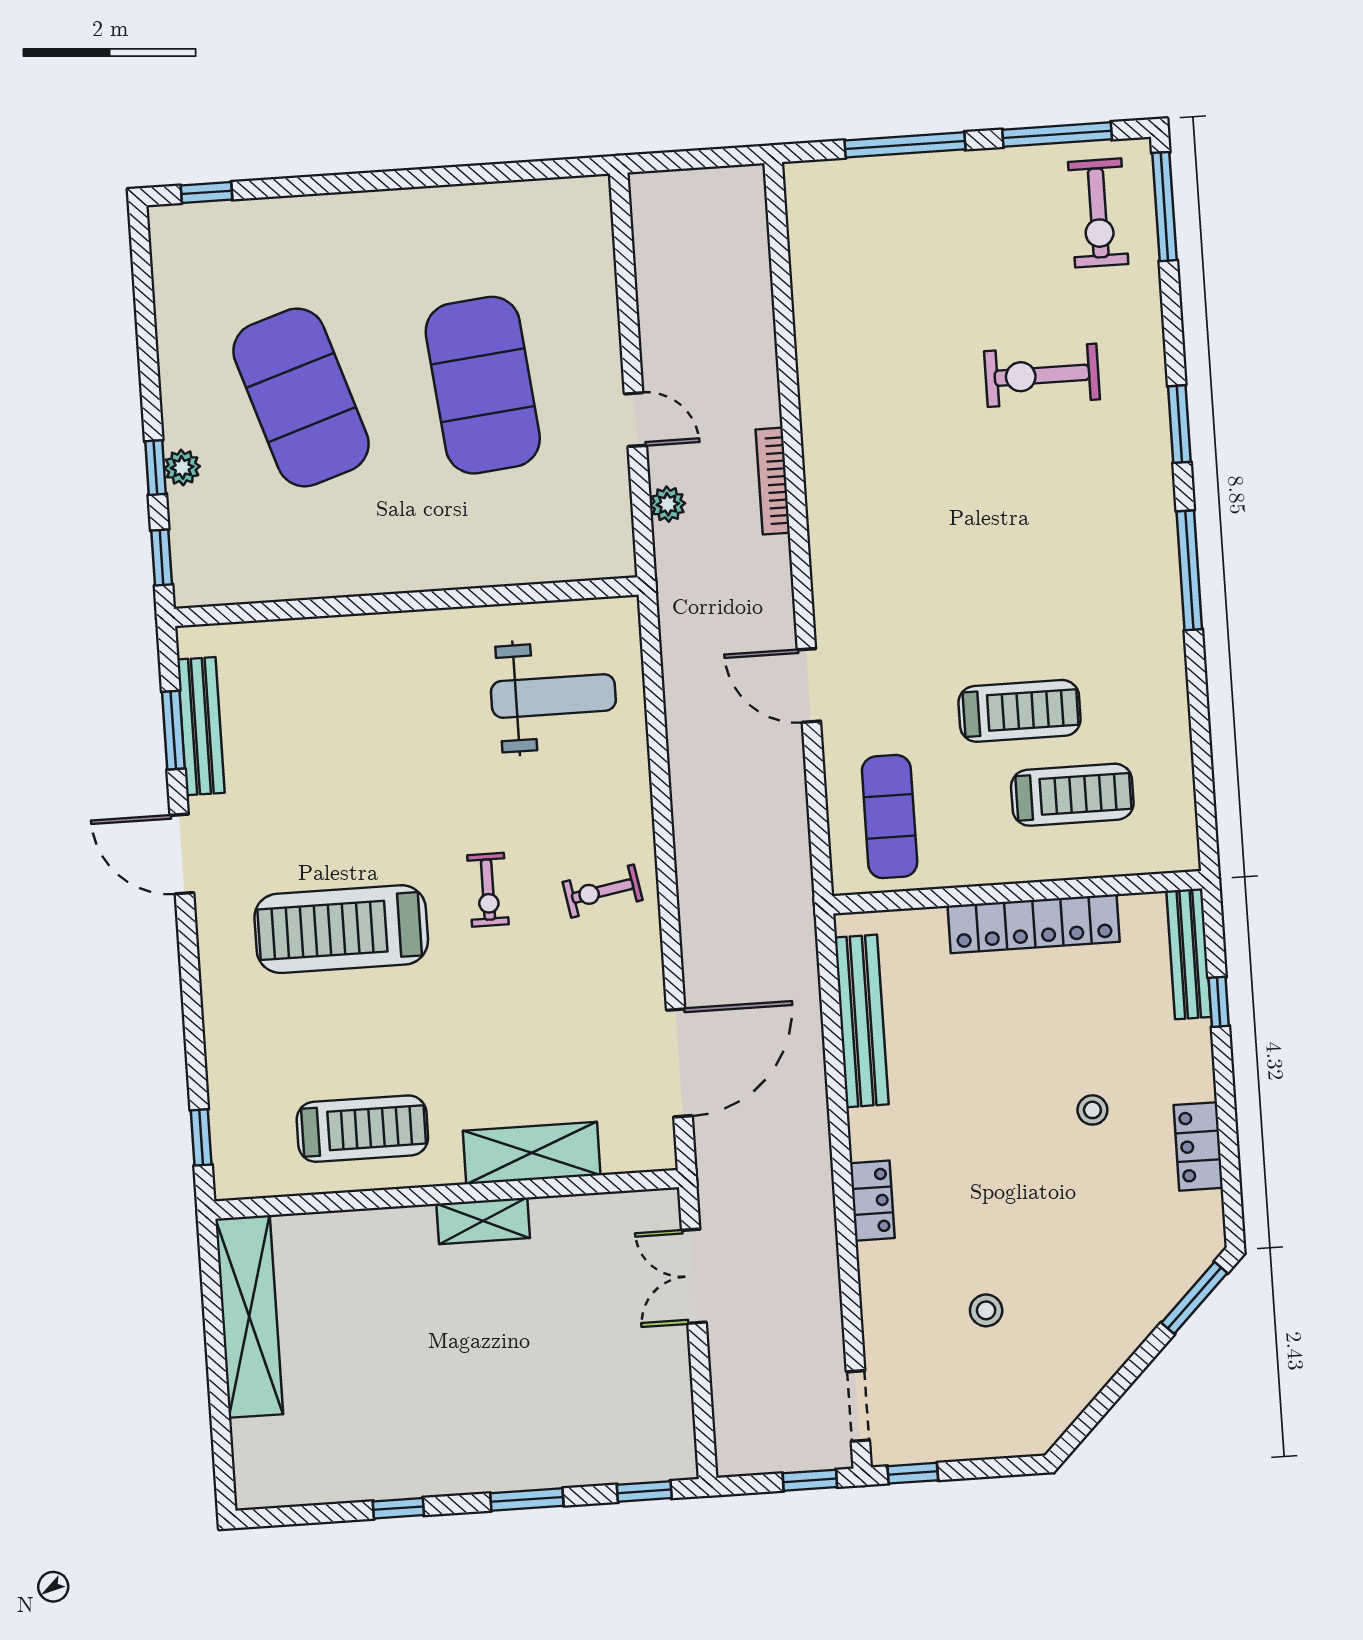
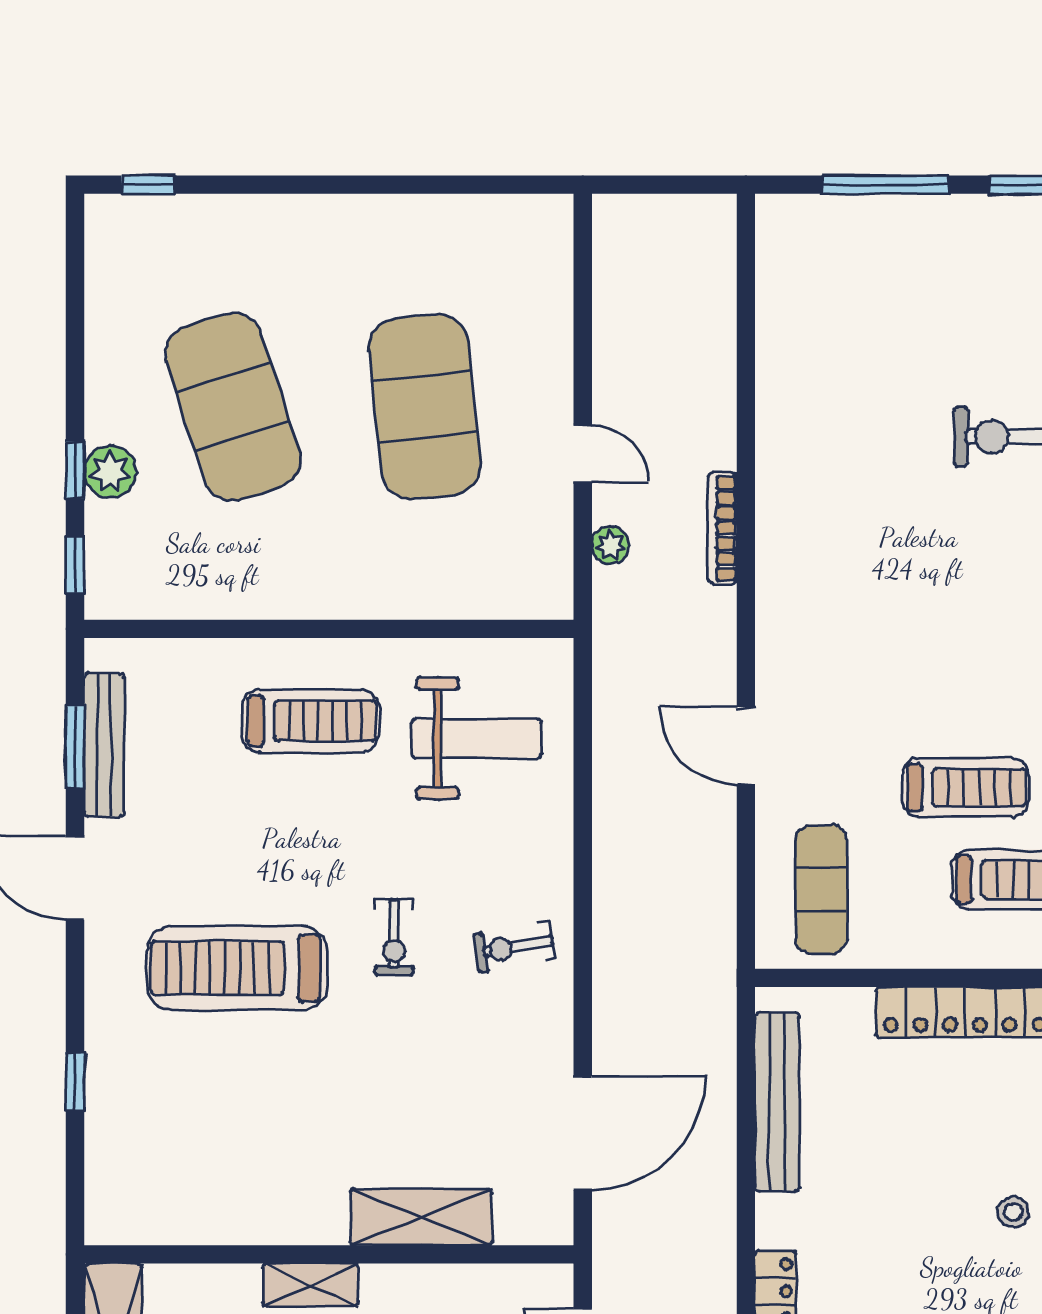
plant: (182, 467) -> (110, 472), width x1.38, depth x1.38
treadmill: (362, 1129) -> (310, 721), moved
window: (201, 1137) -> (75, 1081), moved
shelving: (483, 1221) -> (311, 1285), moved

